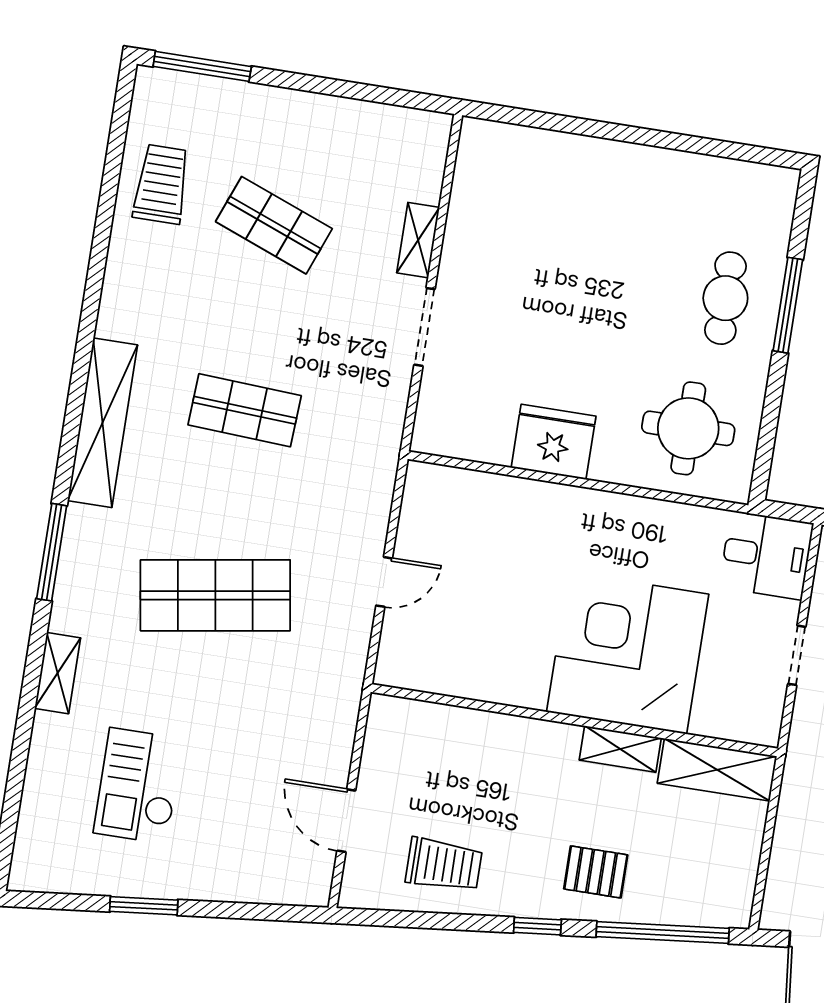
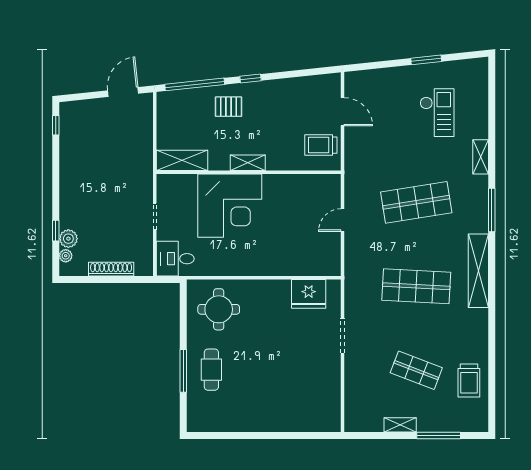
window: (202, 66) -> (439, 435), moved
shelving: (418, 240) -> (400, 425), moved, turned 90
shop shelf: (245, 410) -> (416, 286), width x1.43, depth x1.36
fridge: (554, 442) -> (309, 294), moved
shelving: (620, 749) -> (248, 163), moved
trolley: (444, 865) -> (321, 145), moved

